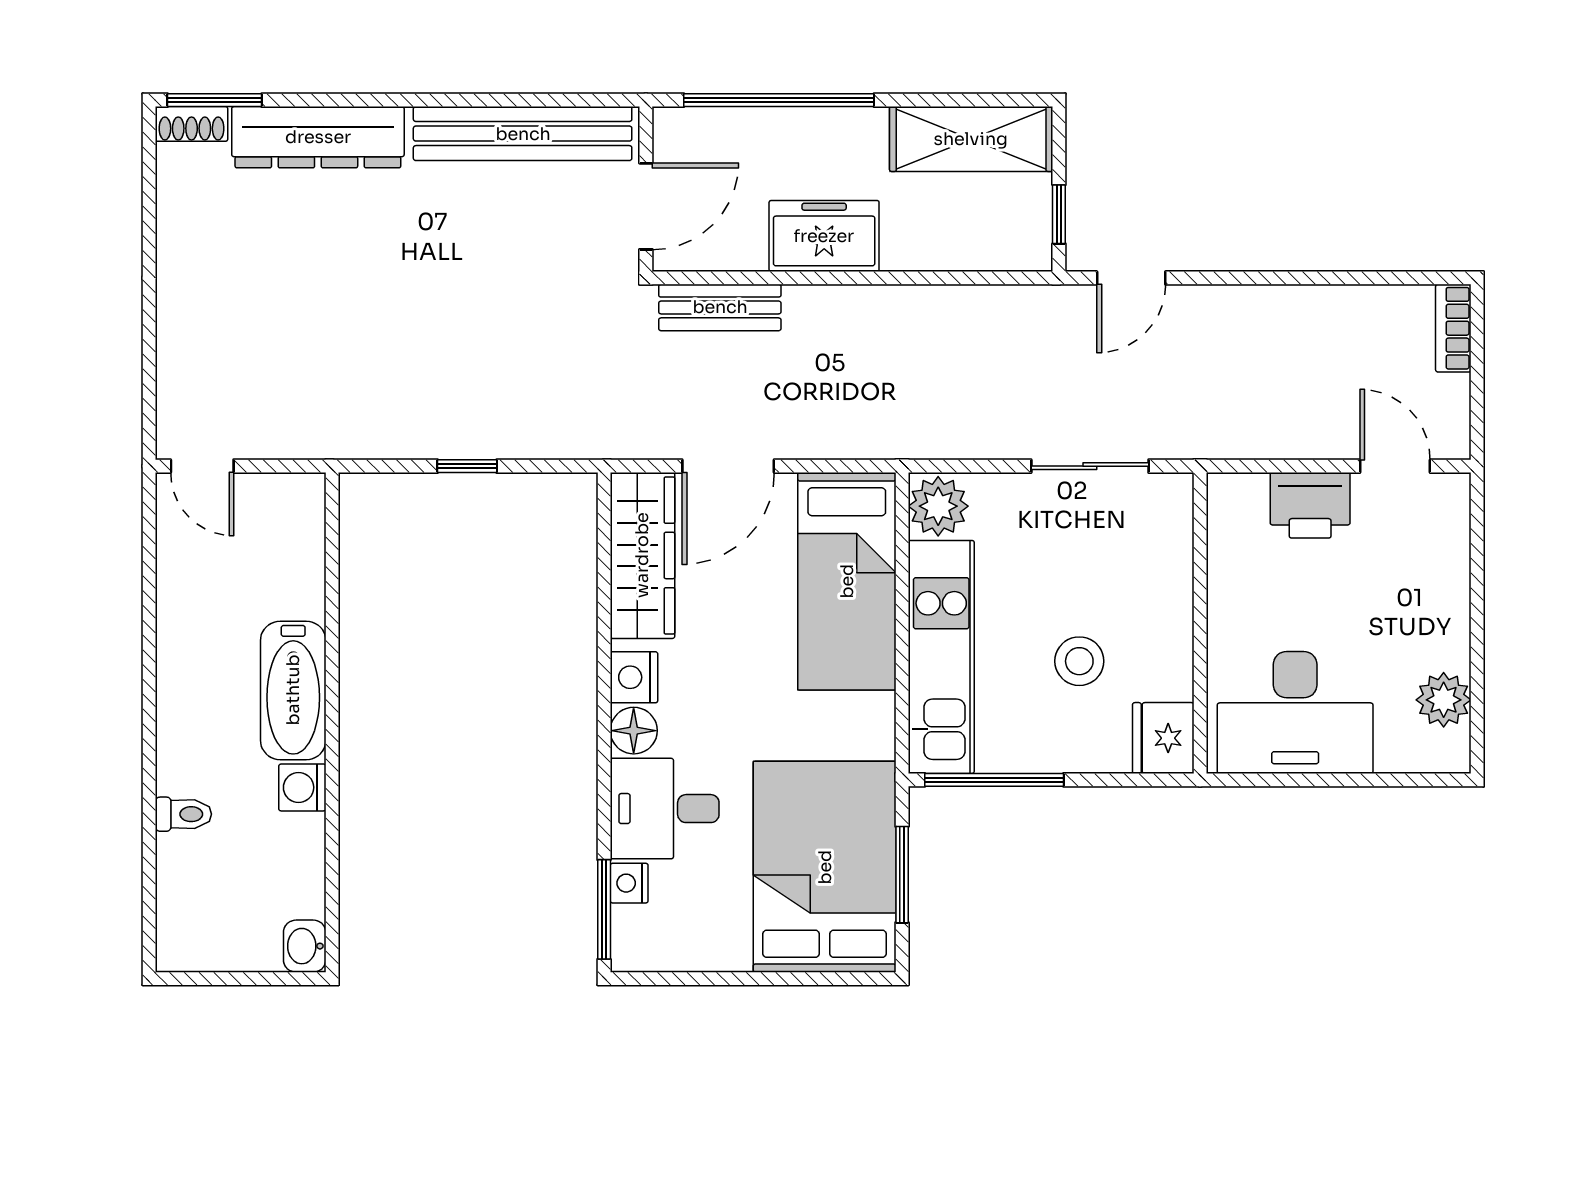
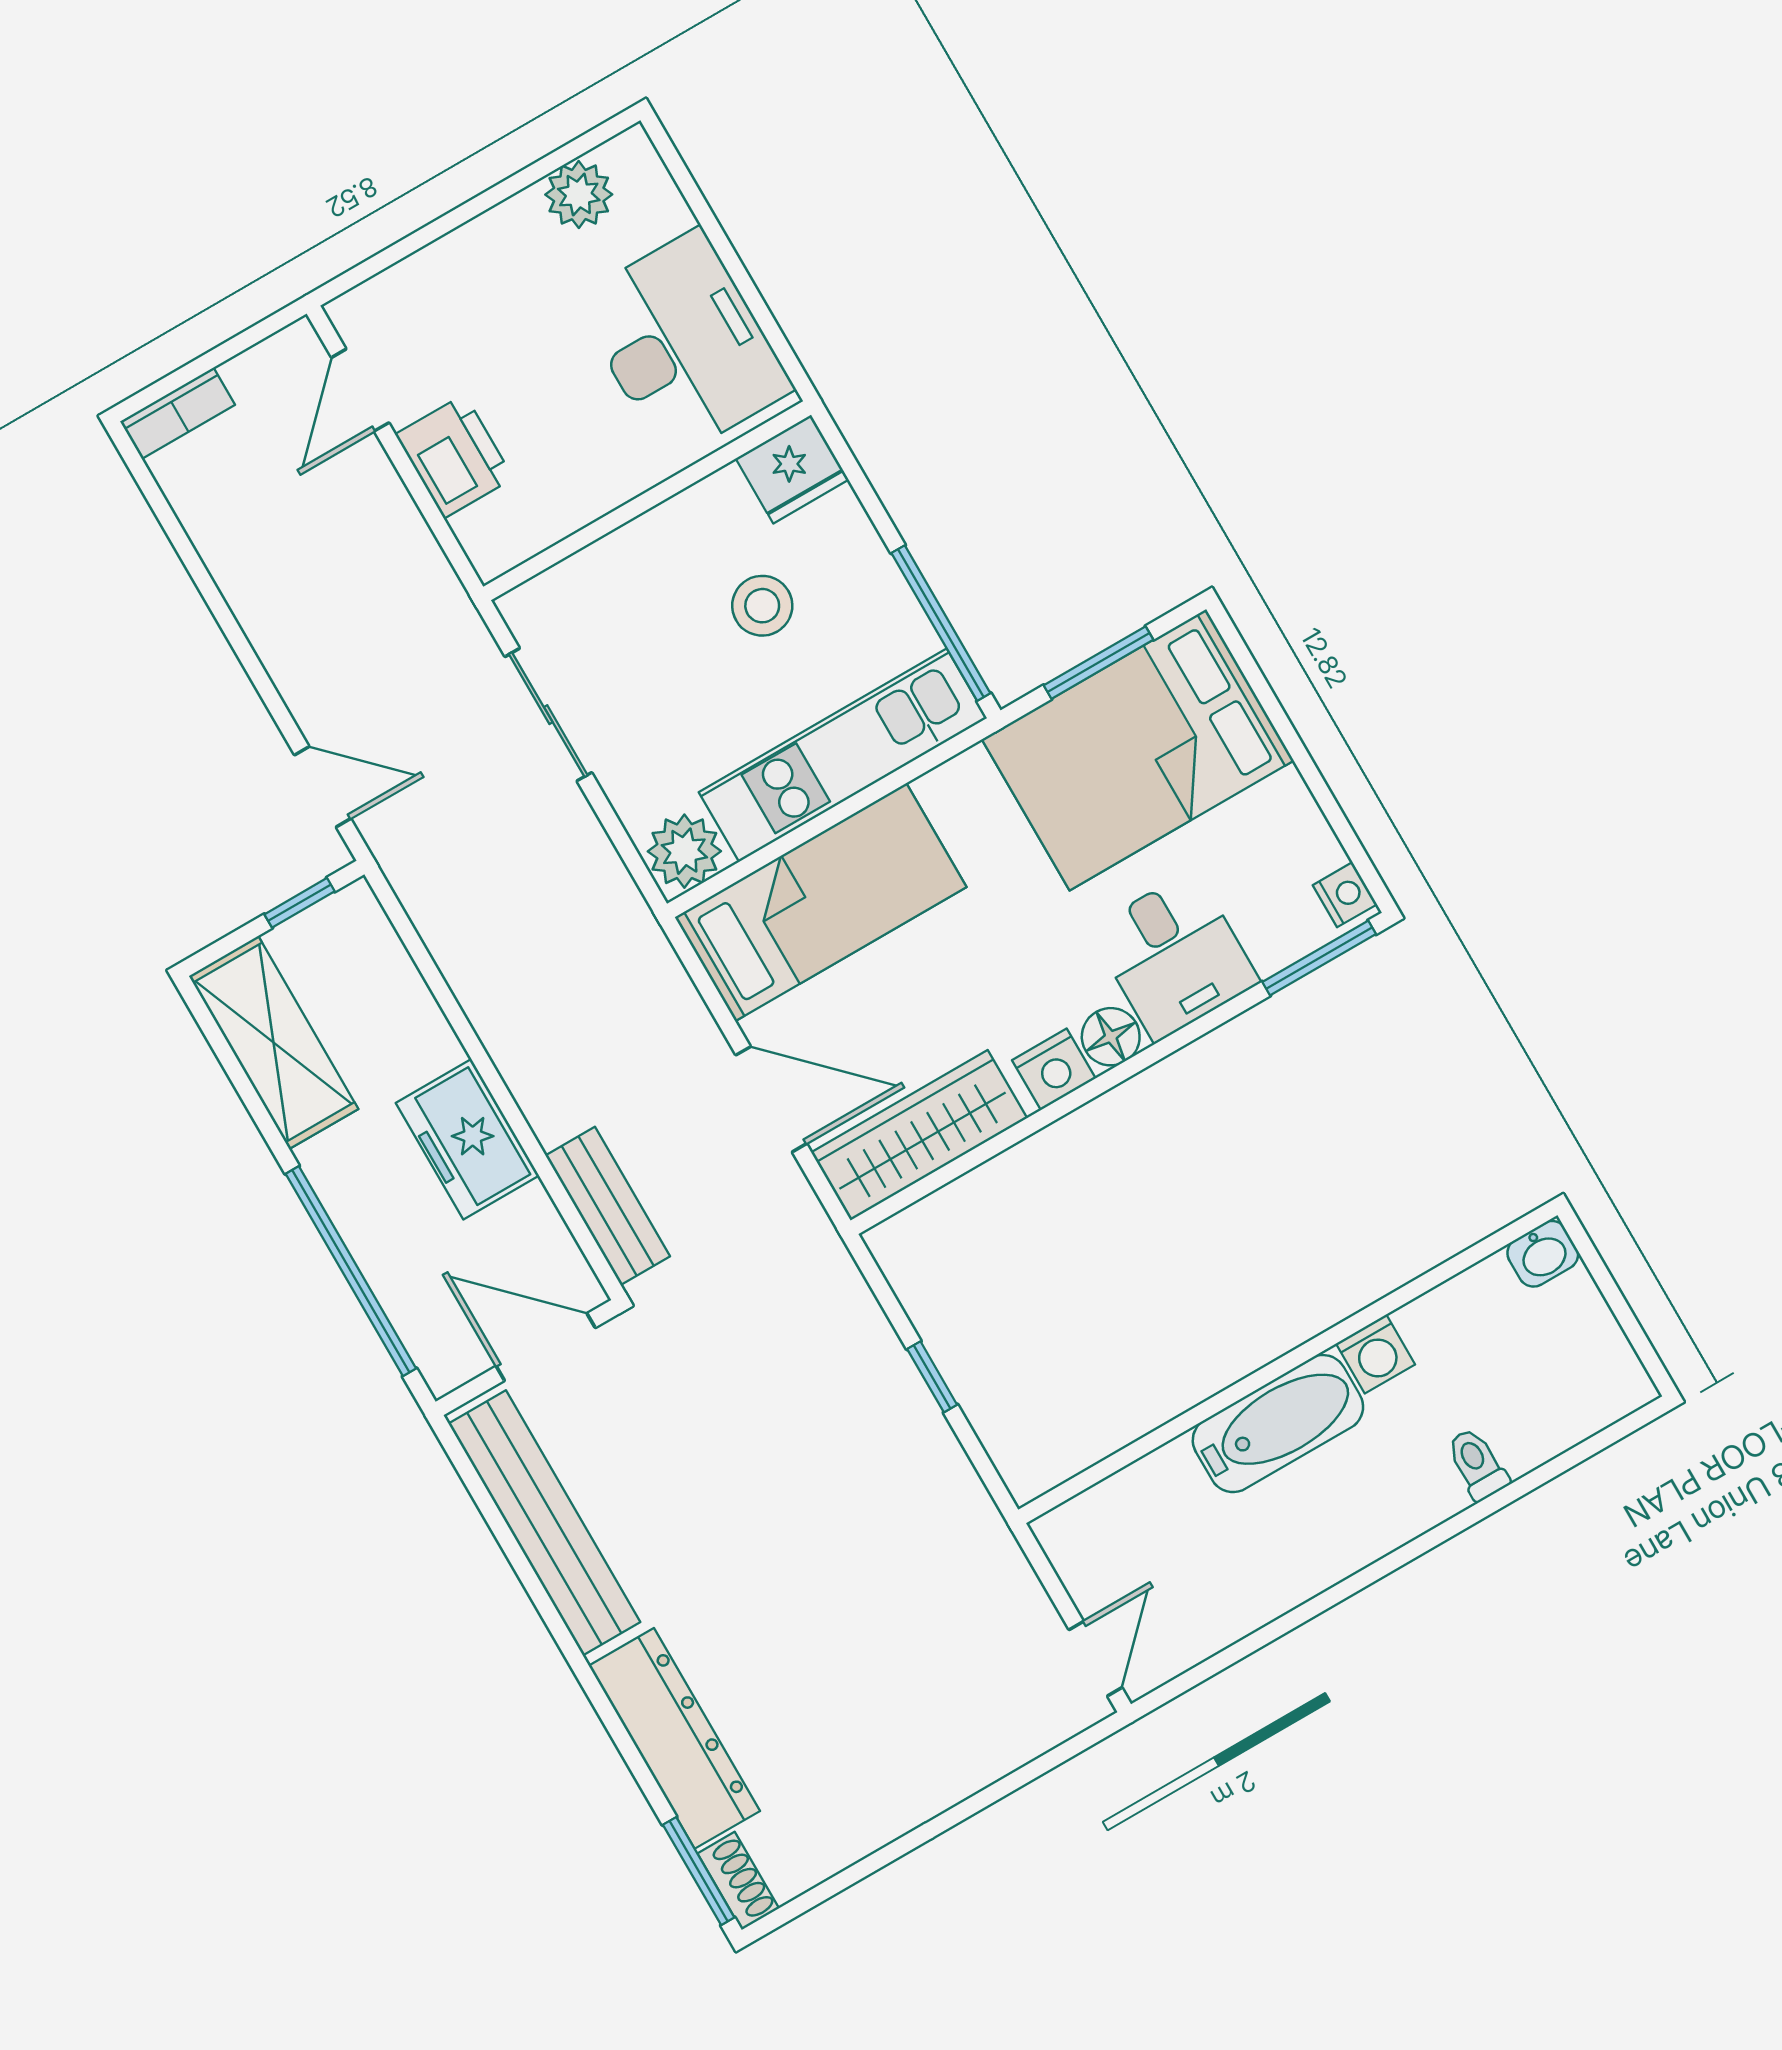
nightstand: (629, 883) -> (1345, 895), moved, turned -90

